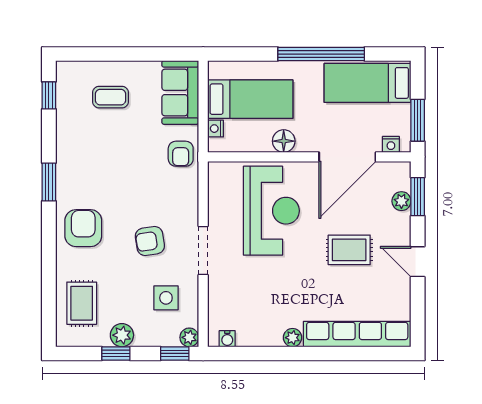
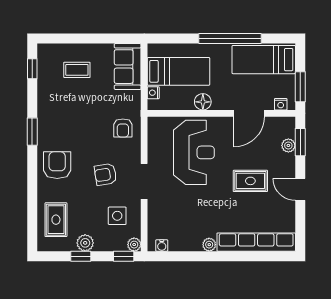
armchair: (181, 154) -> (123, 128), moved
door: (347, 157) -> (249, 113), width x0.73

